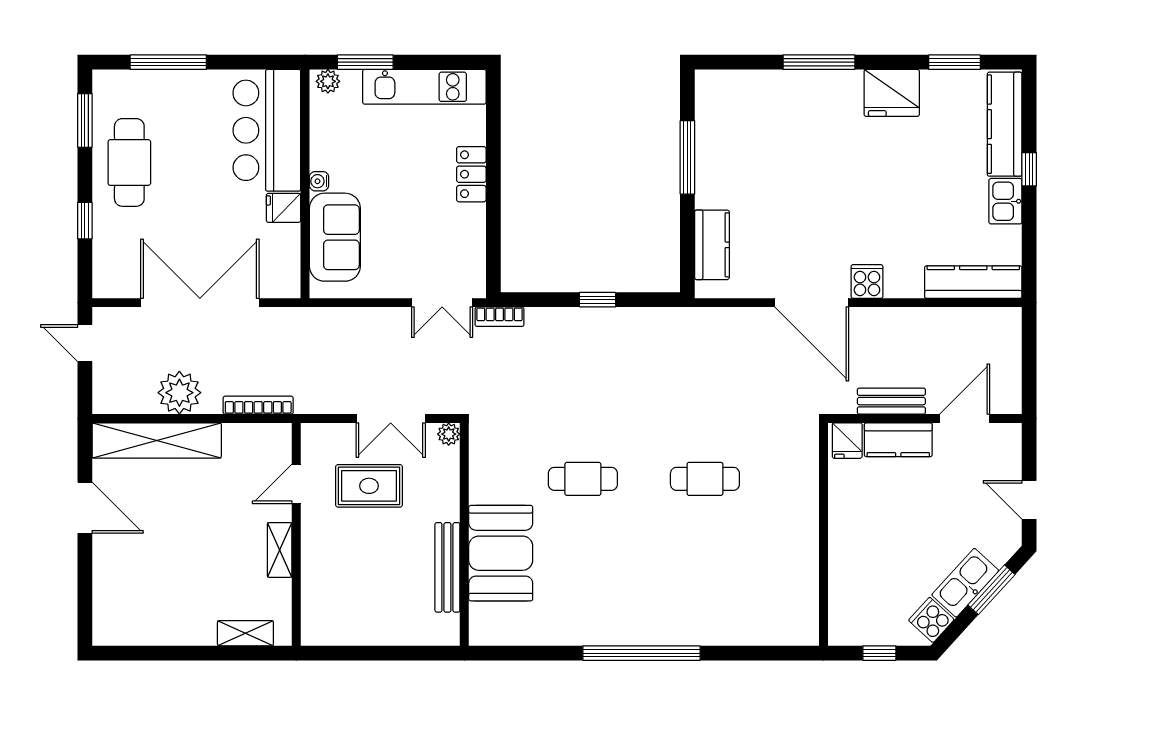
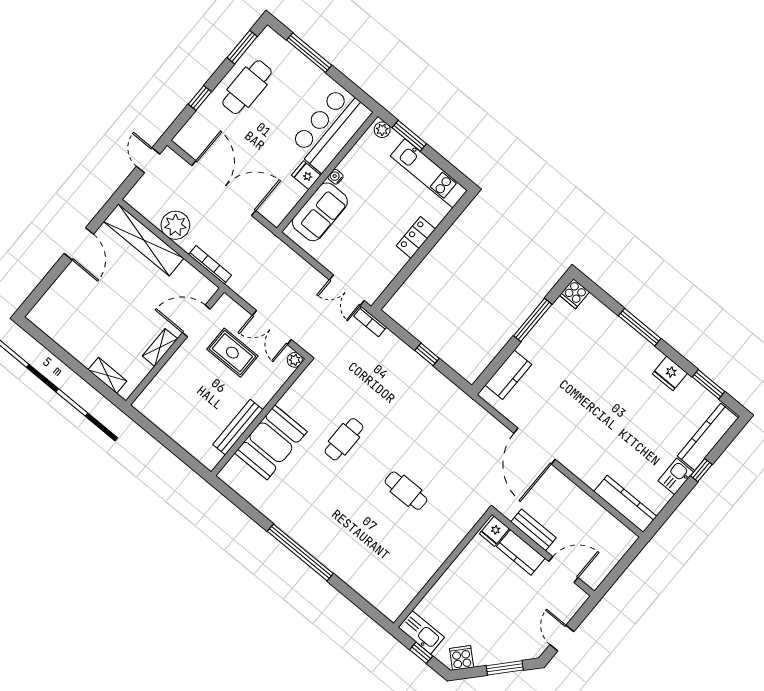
fridge: (892, 93) -> (670, 373), width x0.73, depth x0.75
cooker: (867, 281) -> (574, 294), moved, turned 180
cafe table: (583, 479) -> (344, 439), turned 90
door: (296, 484) -> (196, 321), width x1.38
kitchen sink: (965, 583) -> (421, 632), moved, turned 48

